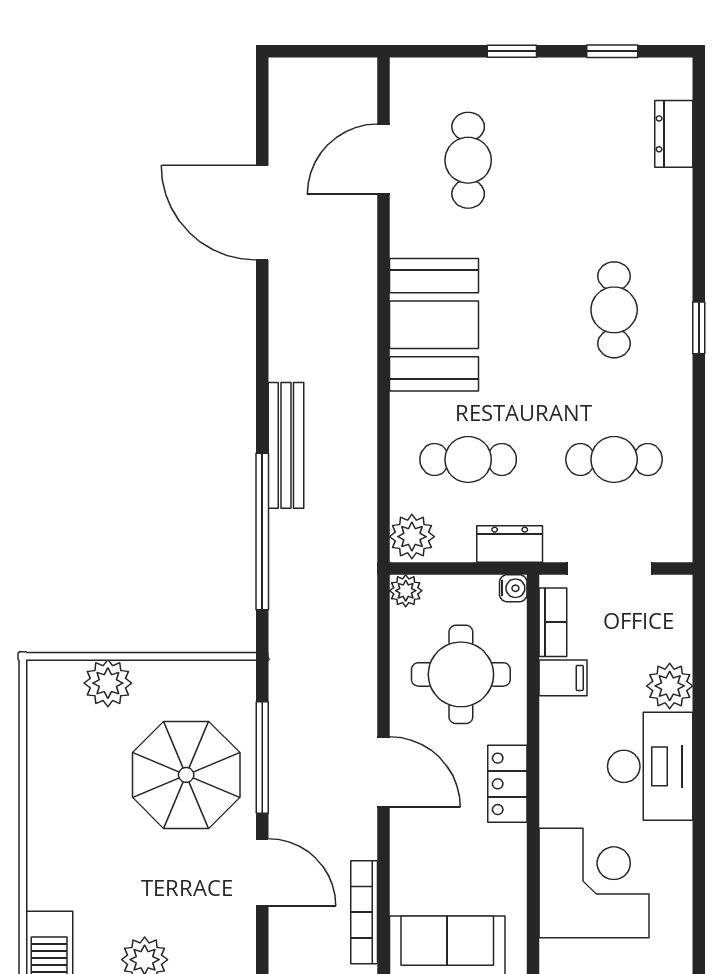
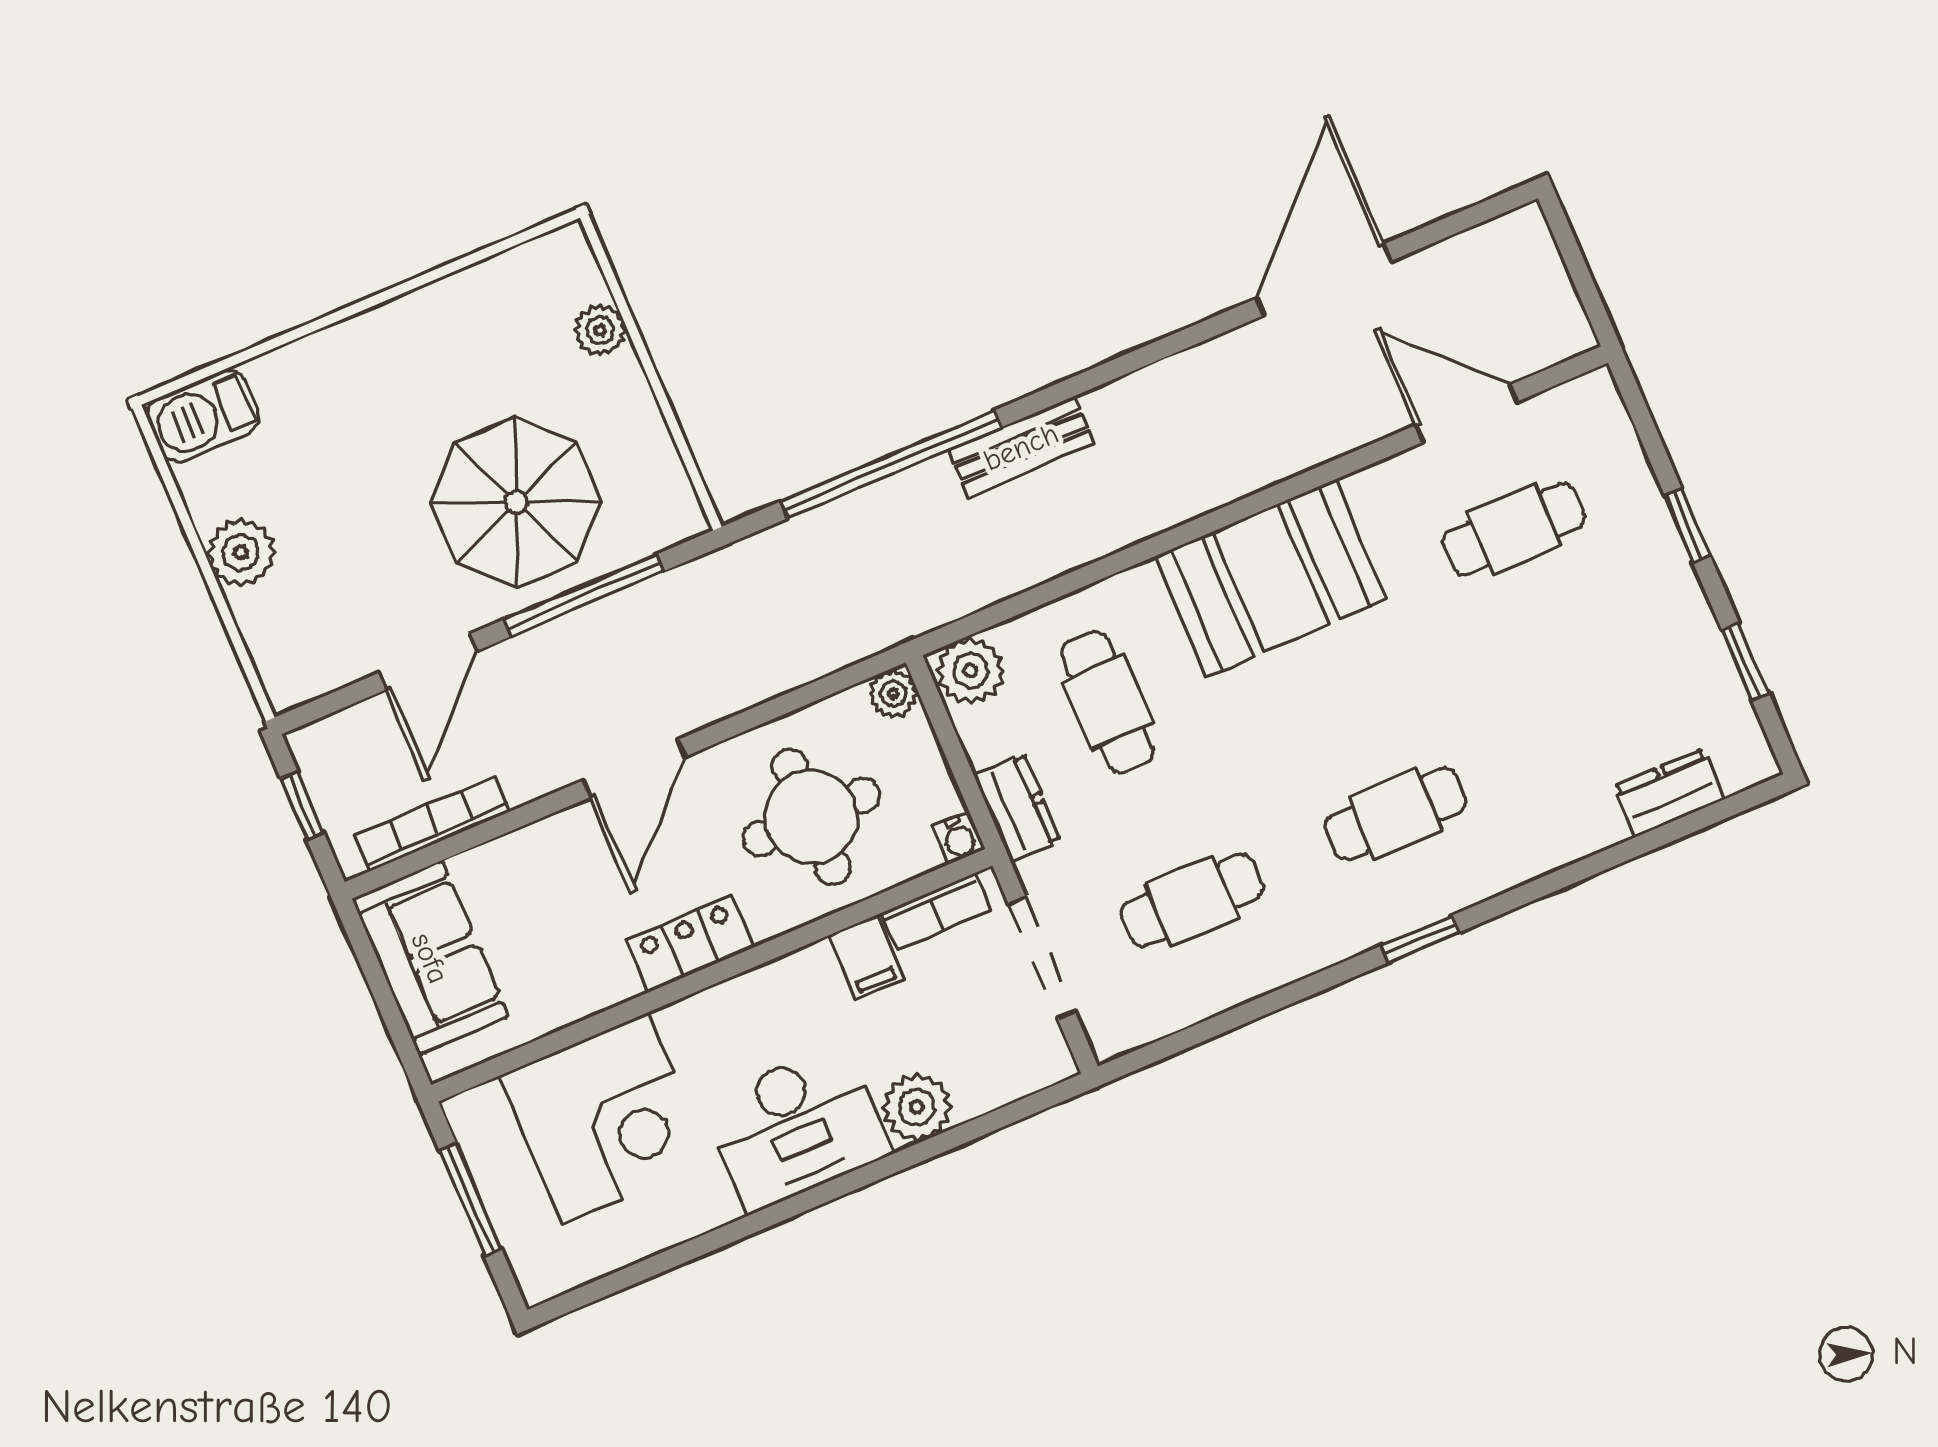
bench: (286, 445) -> (1021, 447), width x0.73
cafe table: (614, 459) -> (1192, 900), turned 90
plant: (108, 683) -> (600, 330), width x0.73, depth x0.73

